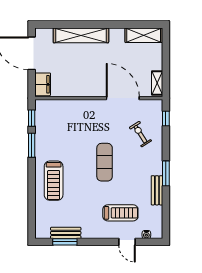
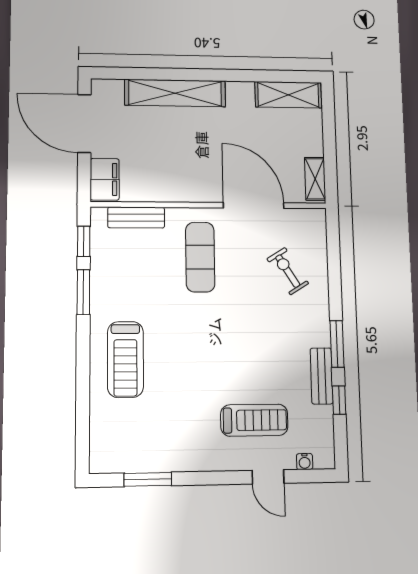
window: (166, 119) -> (339, 400), moved
exercise mat: (105, 162) -> (200, 257), moved
bench: (66, 233) -> (136, 218), moved

